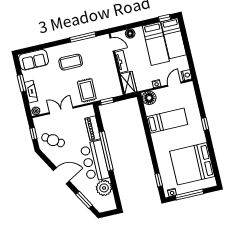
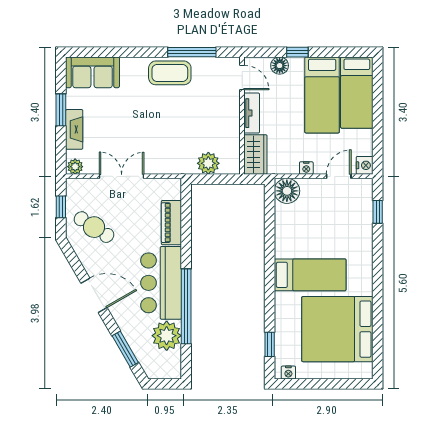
window: (164, 18) -> (297, 52), moved
coffee table: (71, 62) -> (170, 73), moved
rug: (87, 90) -> (177, 151), removed
plant: (105, 93) -> (208, 163), added
window: (107, 101) -> (209, 179), removed
bed: (167, 121) -> (310, 275), moved
window: (205, 124) -> (378, 212), moved
window: (106, 151) -> (186, 306), moved
window: (189, 195) -> (319, 384), removed

